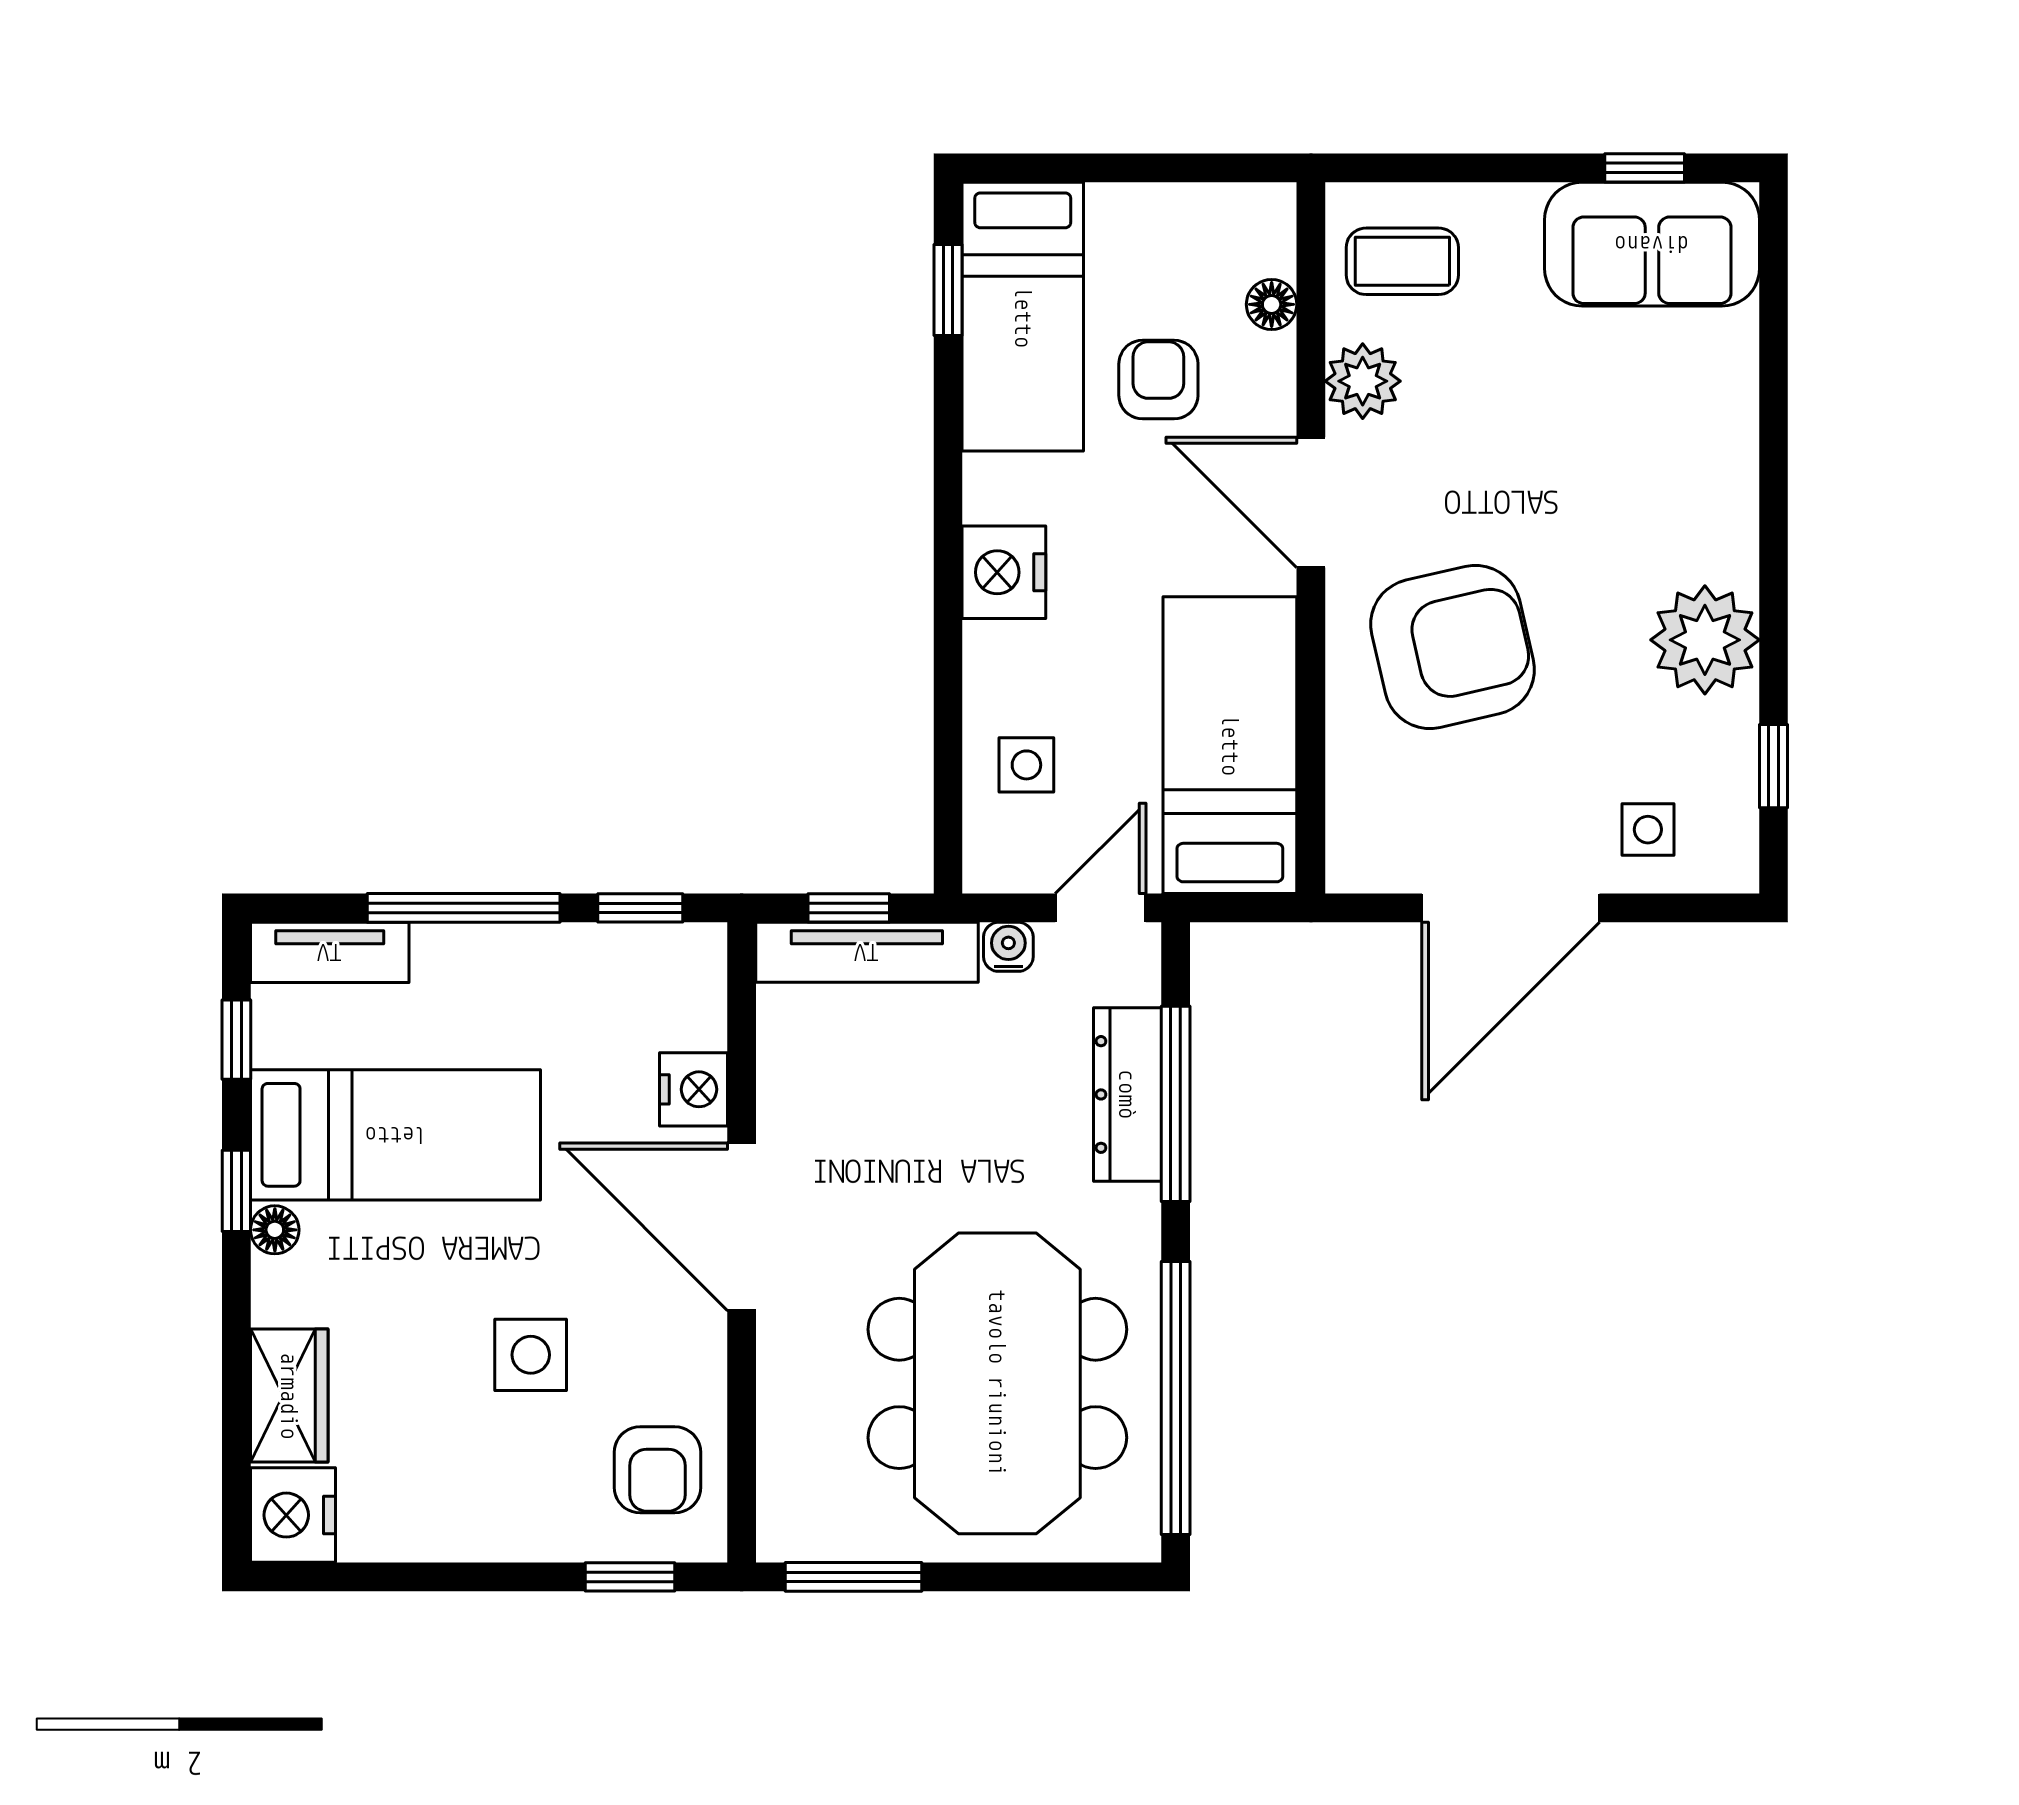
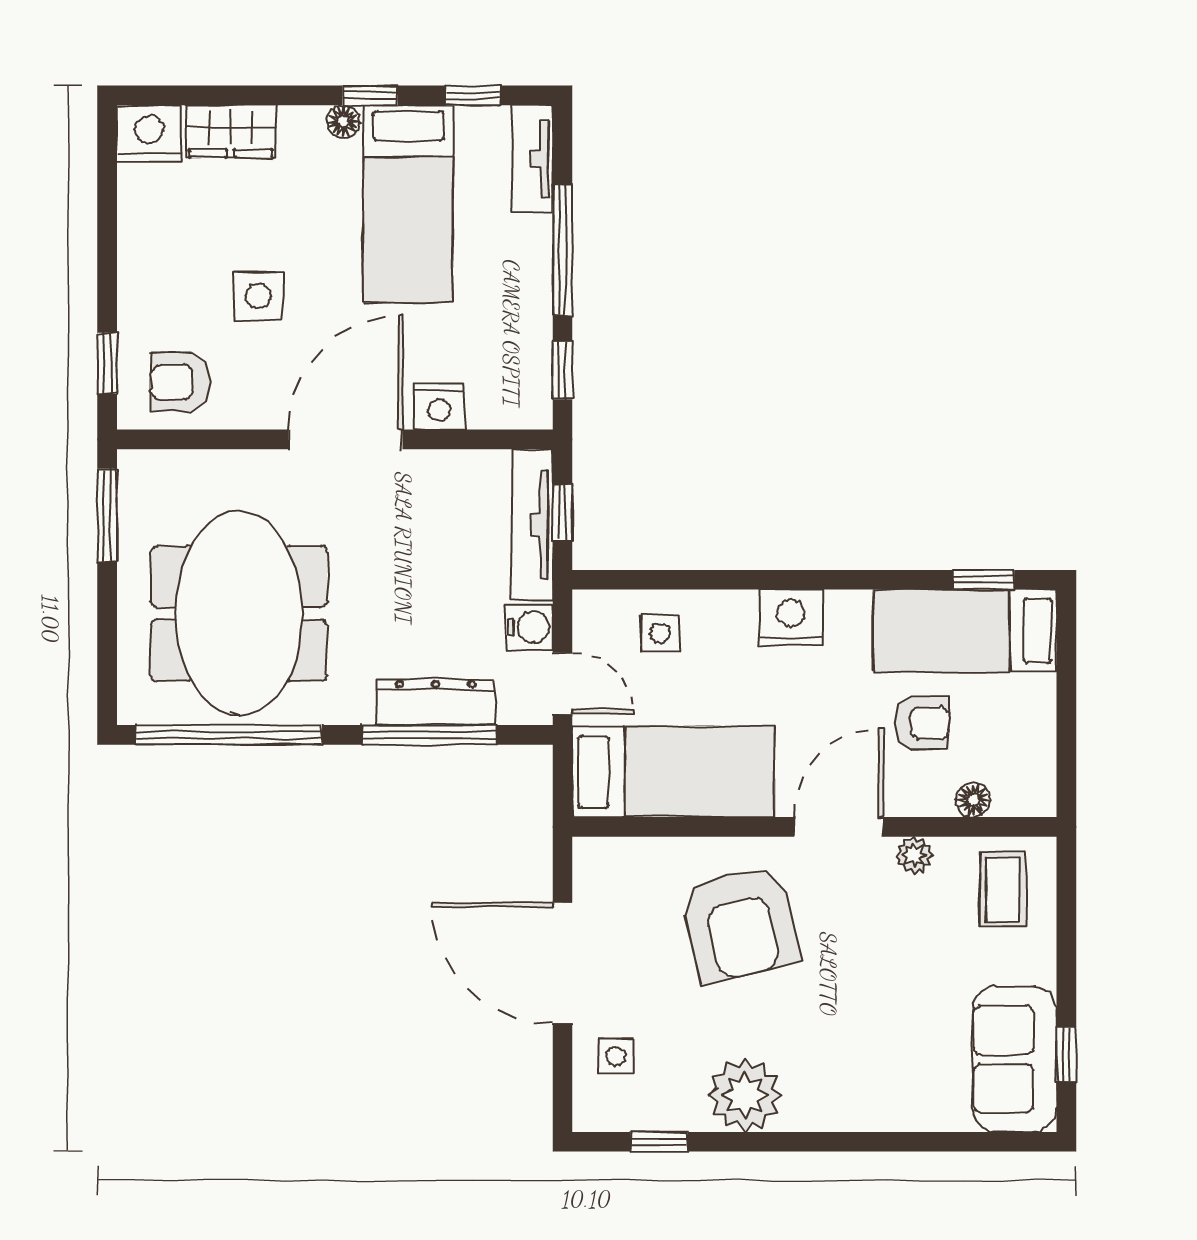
plant: (1363, 381) -> (914, 855), width x0.73, depth x0.73
water cooler: (1008, 947) -> (530, 627), width x1.38, depth x1.38
meeting table: (997, 1383) -> (239, 613), turned 90

